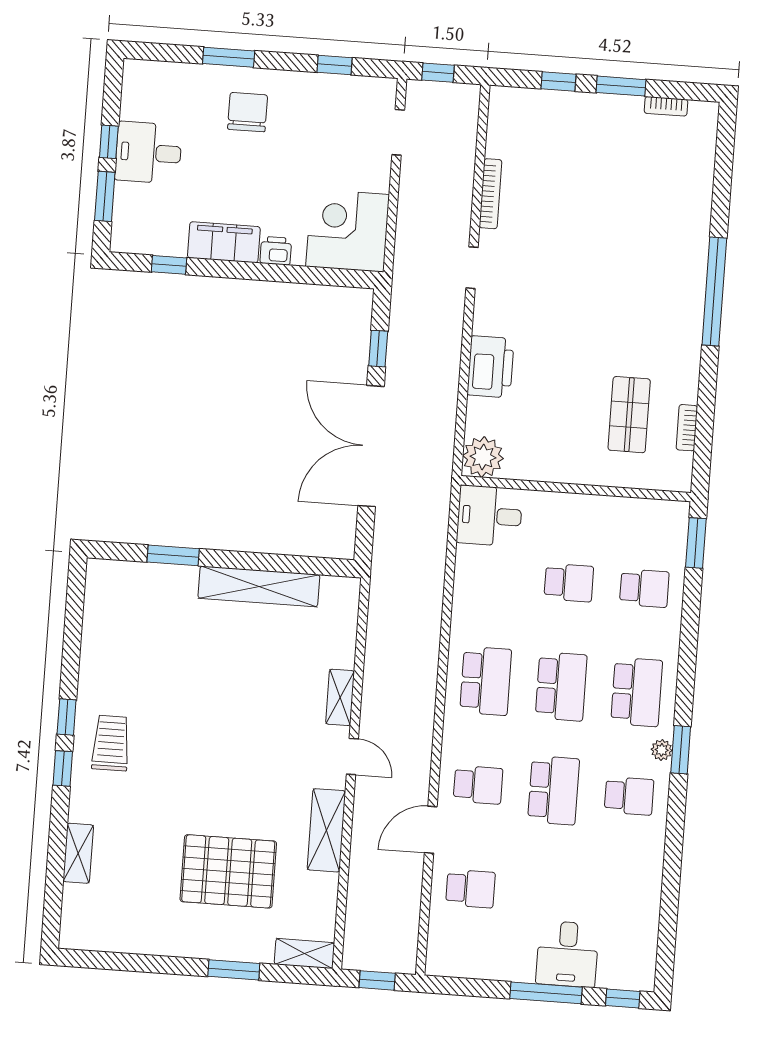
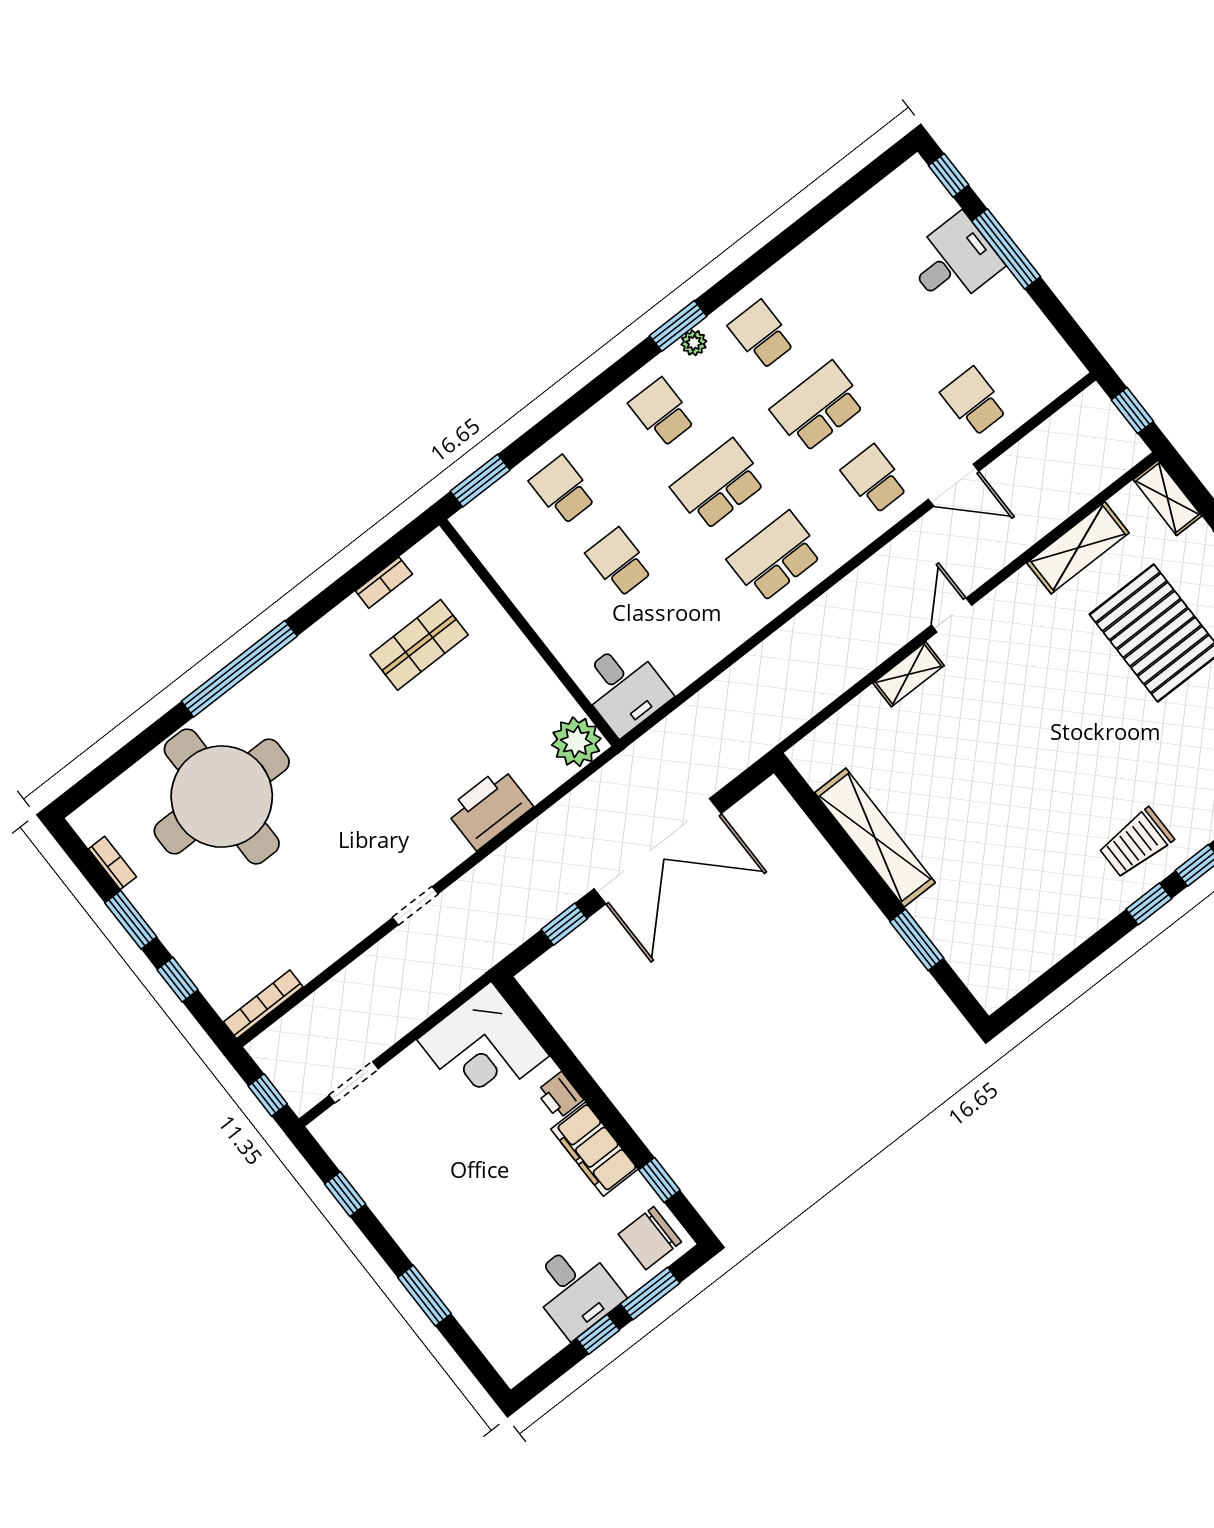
chair: (248, 112) -> (650, 1238), moved
bookcase: (491, 194) -> (263, 1004), moved
round table: (646, 210) -> (222, 797), added
school desk: (637, 692) -> (662, 412), width x0.54
shelving: (326, 830) -> (1078, 548), moved

